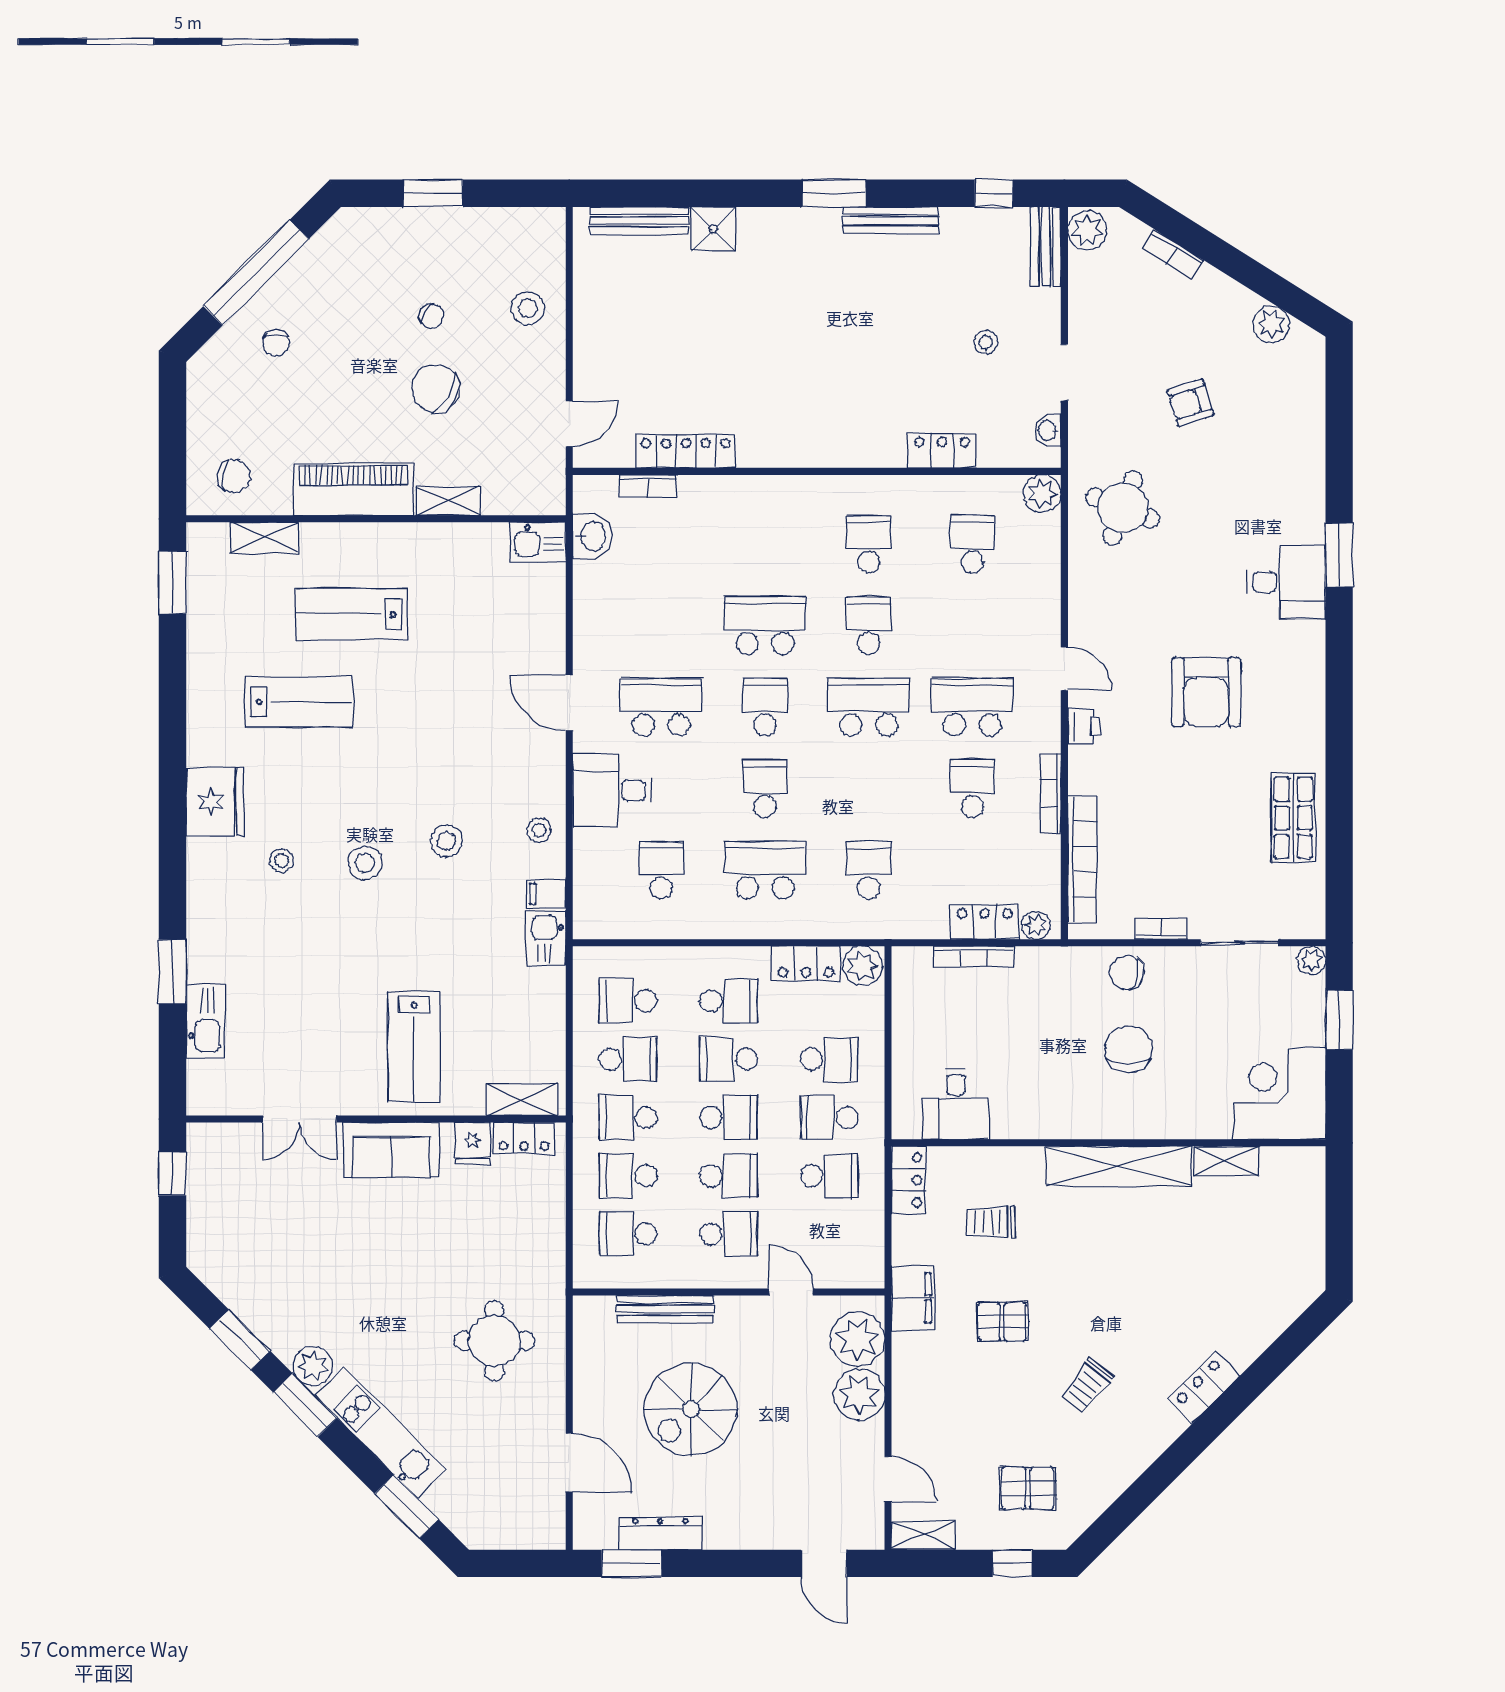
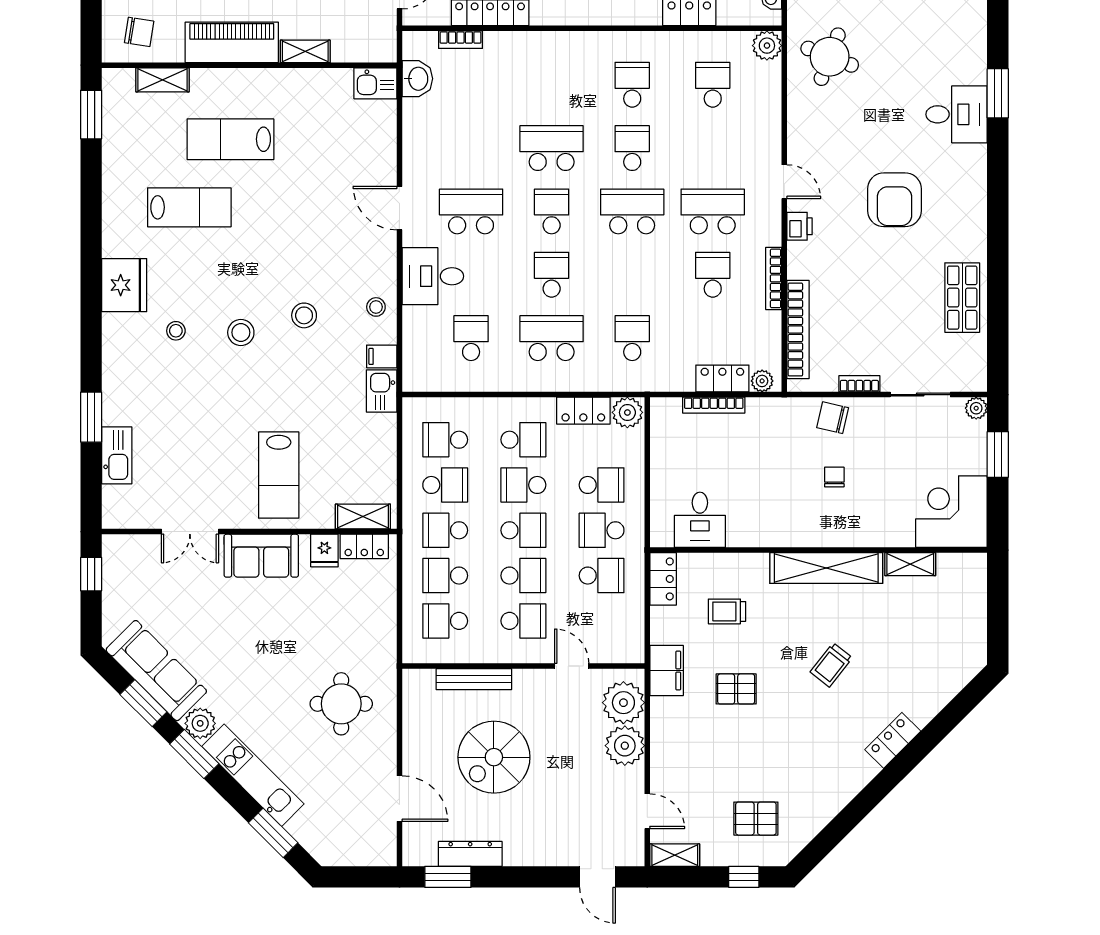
chair: (1129, 1049) -> (834, 477), width x0.54, depth x0.54
sofa: (256, 1298) -> (156, 671), added
trolley: (1087, 1386) -> (831, 665), moved

